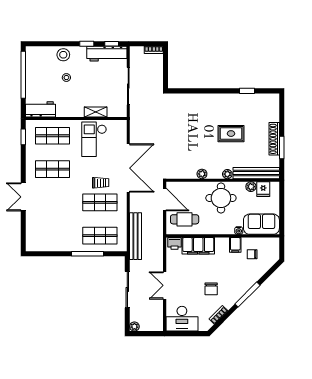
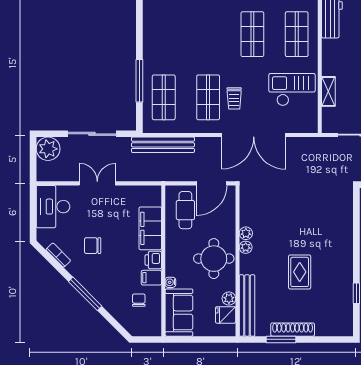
plant: (227, 174) -> (246, 247), moved
printer: (174, 243) -> (153, 260), moved
plant: (134, 327) -> (48, 149), width x1.87, depth x1.87

